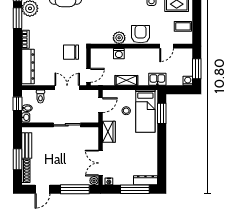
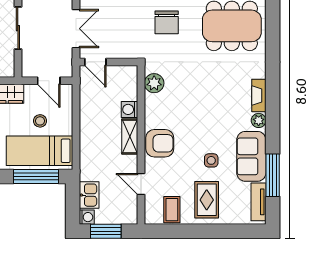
plant: (119, 38) -> (154, 83), moved
chair: (71, 52) -> (167, 22), moved, turned 180
kitchen sink: (157, 79) -> (89, 195), moved
shelving: (126, 80) -> (130, 137), moved
window: (162, 113) -> (36, 177), width x1.44

